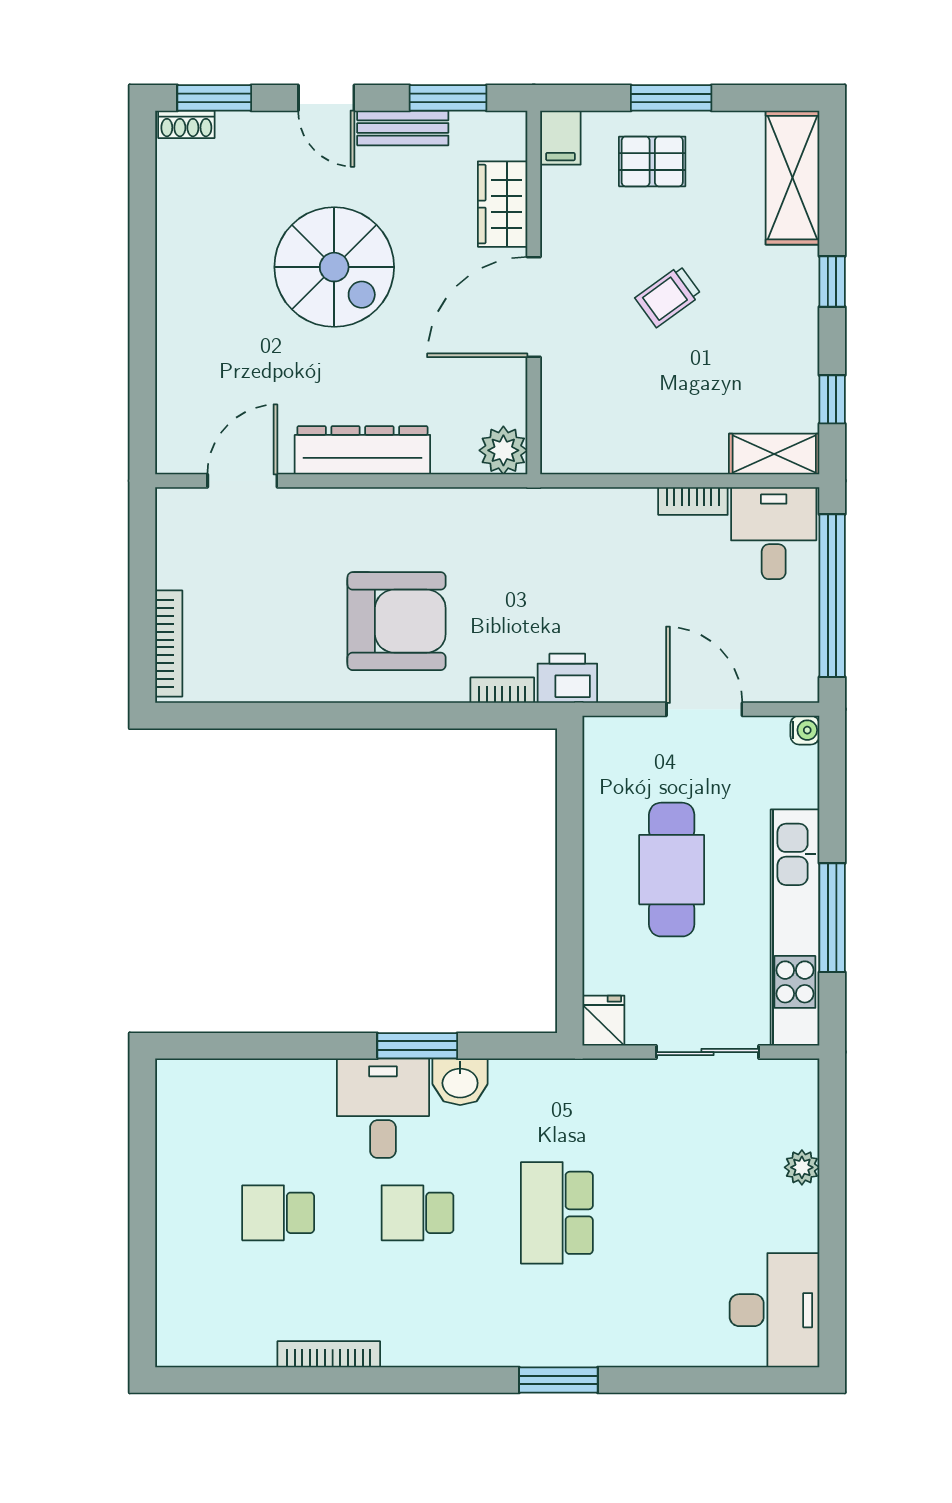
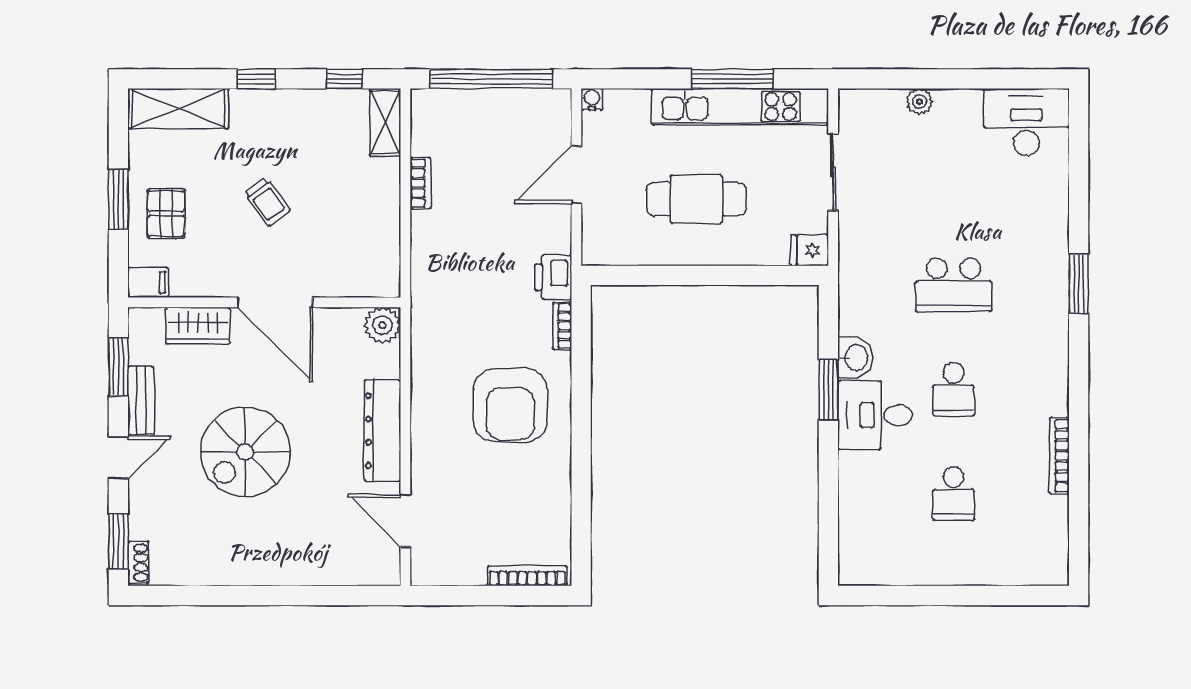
spiral stairs: (334, 267) -> (245, 452), turned 180
desk: (774, 533) -> (444, 123), removed
armchair: (397, 621) -> (510, 405), turned 180

